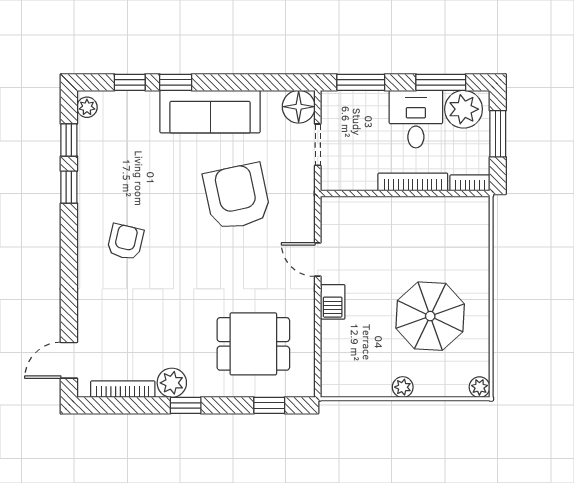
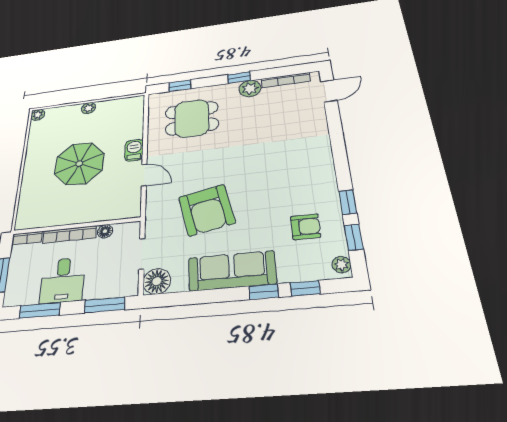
plant: (464, 109) -> (24, 291), removed
floor lamp: (366, 181) -> (105, 231), added
armchair: (125, 242) -> (305, 227), moved, turned -103
parasol: (430, 316) -> (79, 164), moved

